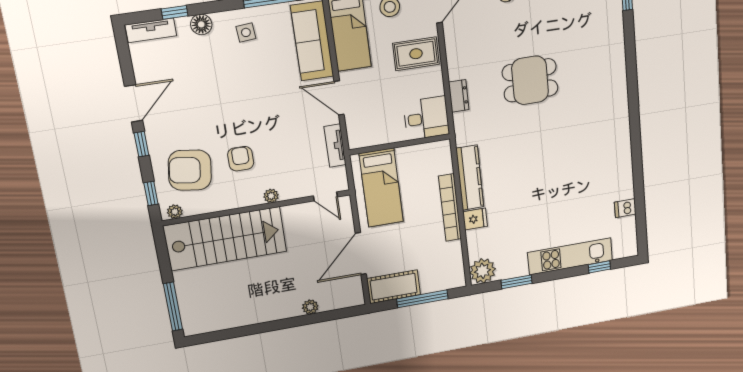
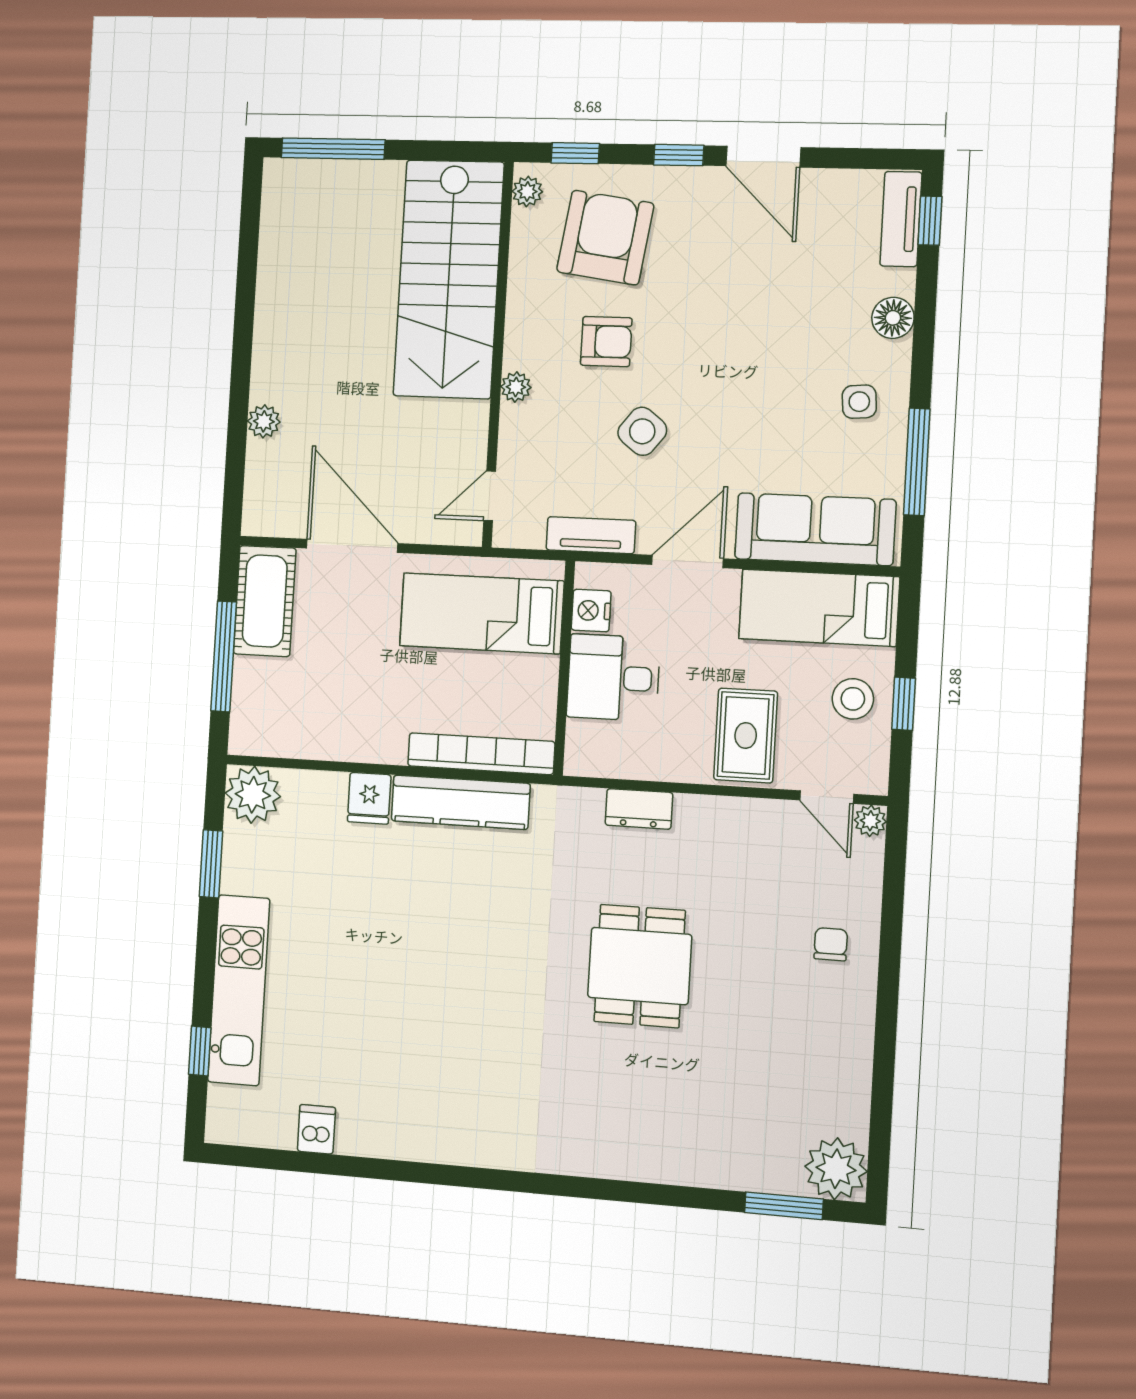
window: (175, 12) -> (930, 221), moved
desk: (426, 118) -> (613, 678), moved, turned 90
side table: (281, 132) -> (642, 431), added
nightstand: (371, 138) -> (591, 611), added
bookcase: (450, 208) -> (481, 754), moved

